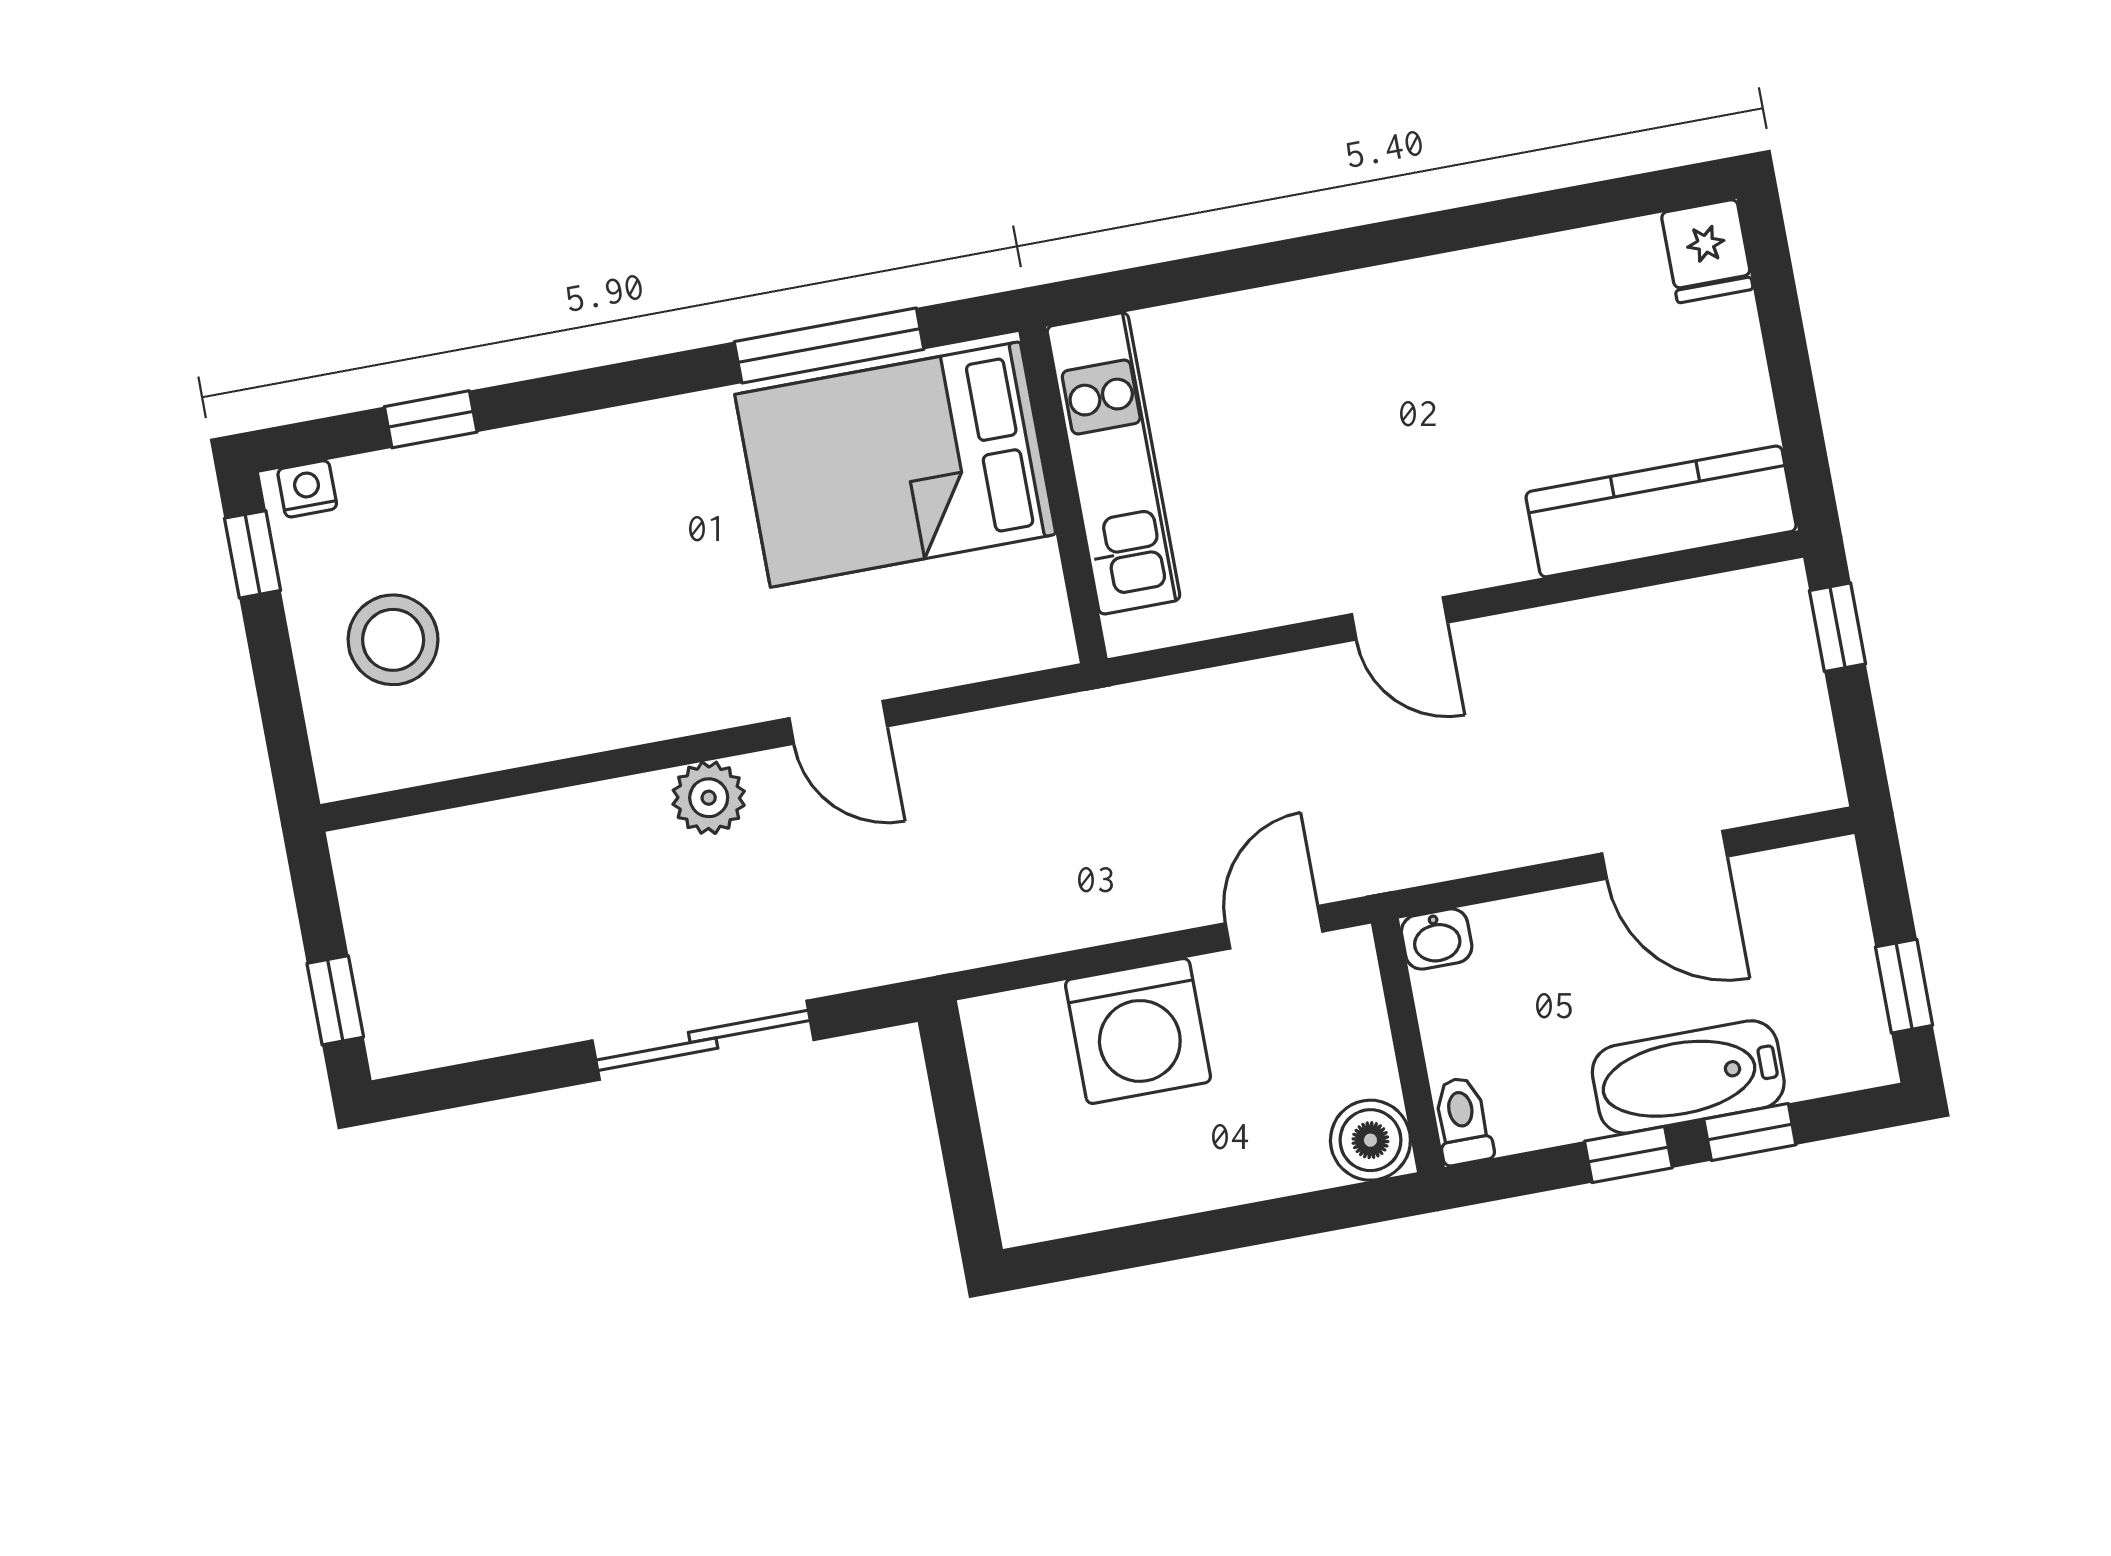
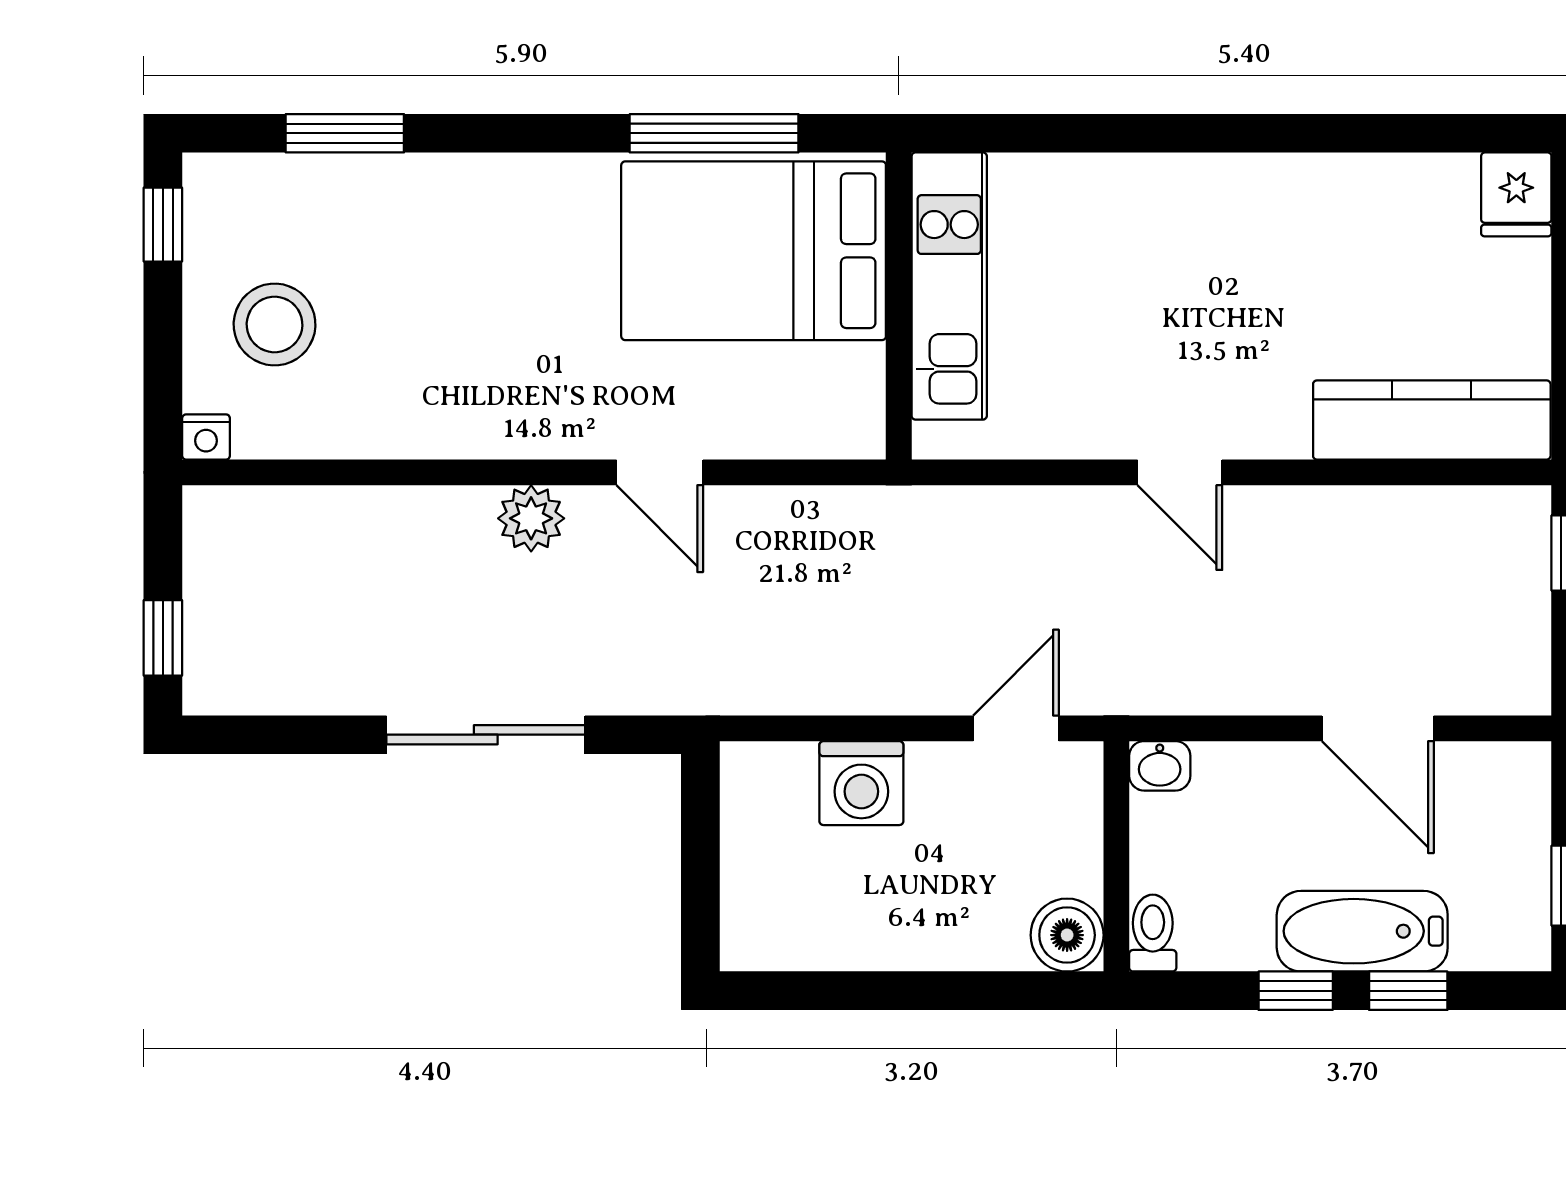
window: (431, 419) -> (345, 133), width x1.50
nightstand: (307, 489) -> (206, 437), moved, turned 180
washing machine: (1138, 1031) -> (861, 783), width x0.73, depth x0.73

